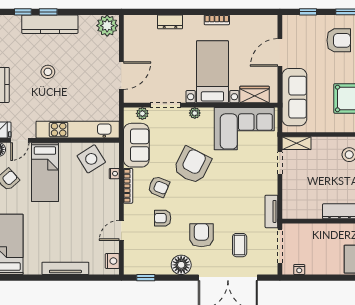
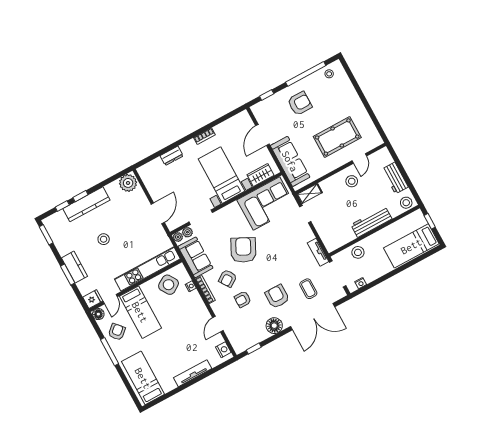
plant: (195, 113) -> (178, 237), moved
armchair: (159, 187) -> (228, 278), turned 124
stool: (314, 235) -> (358, 252), added

